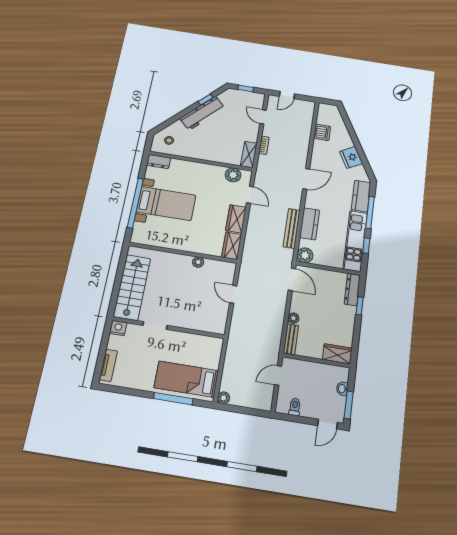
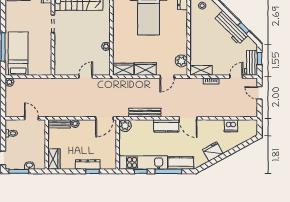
workbench: (249, 98) -> (251, 63), added
kitchen counter: (310, 224) -> (166, 126), moved
dresser: (352, 290) -> (88, 164), moved

